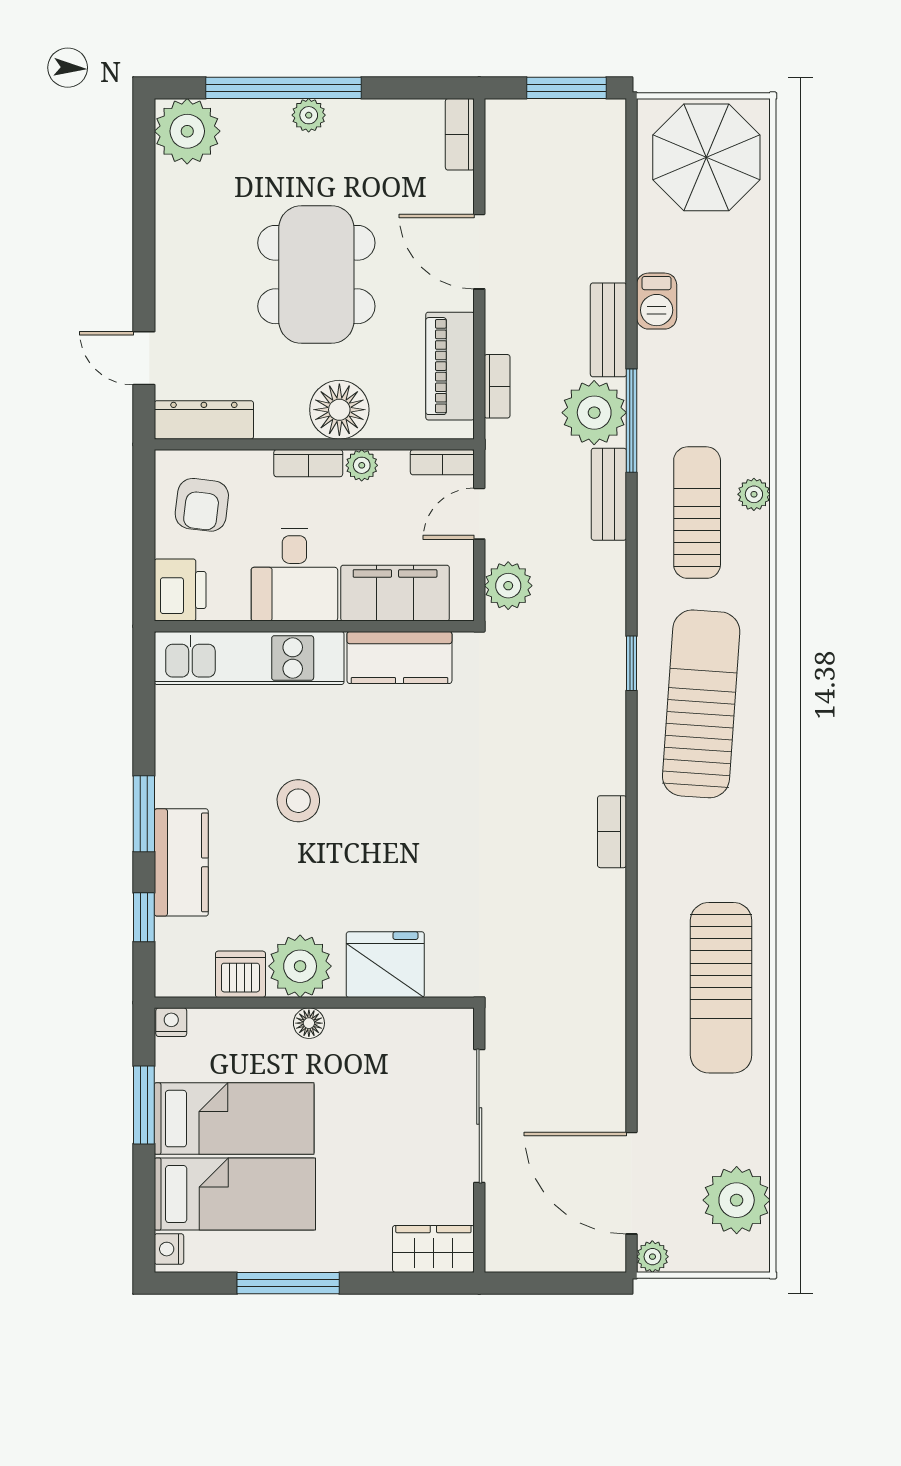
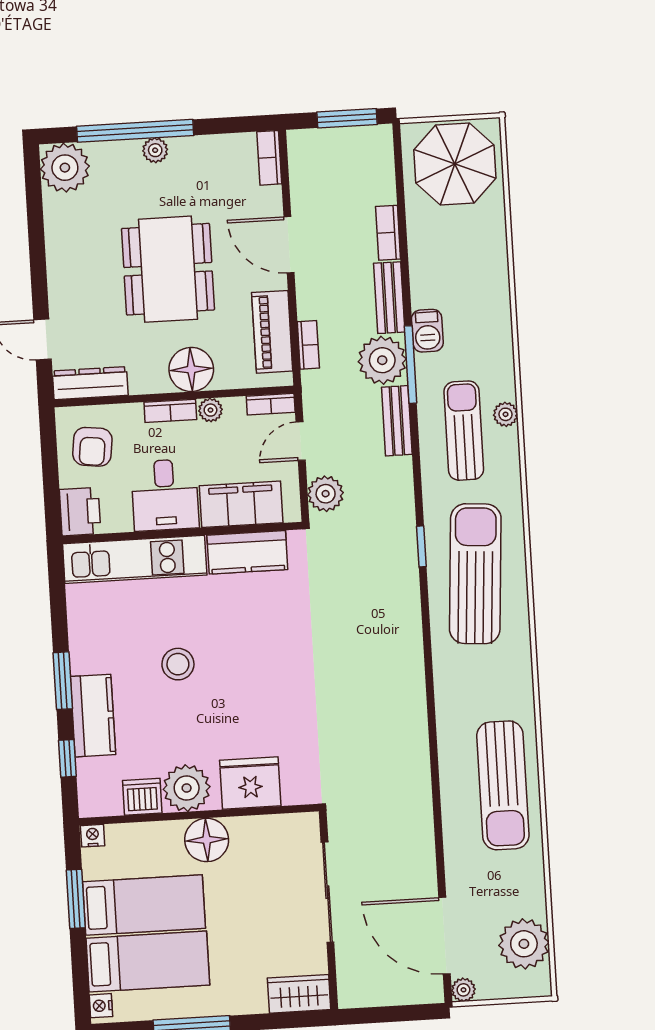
barbecue: (657, 301) -> (427, 331), moved
bookcase: (612, 832) -> (388, 233), moved
floor lamp: (309, 1023) -> (207, 840), width x1.89, depth x1.89

